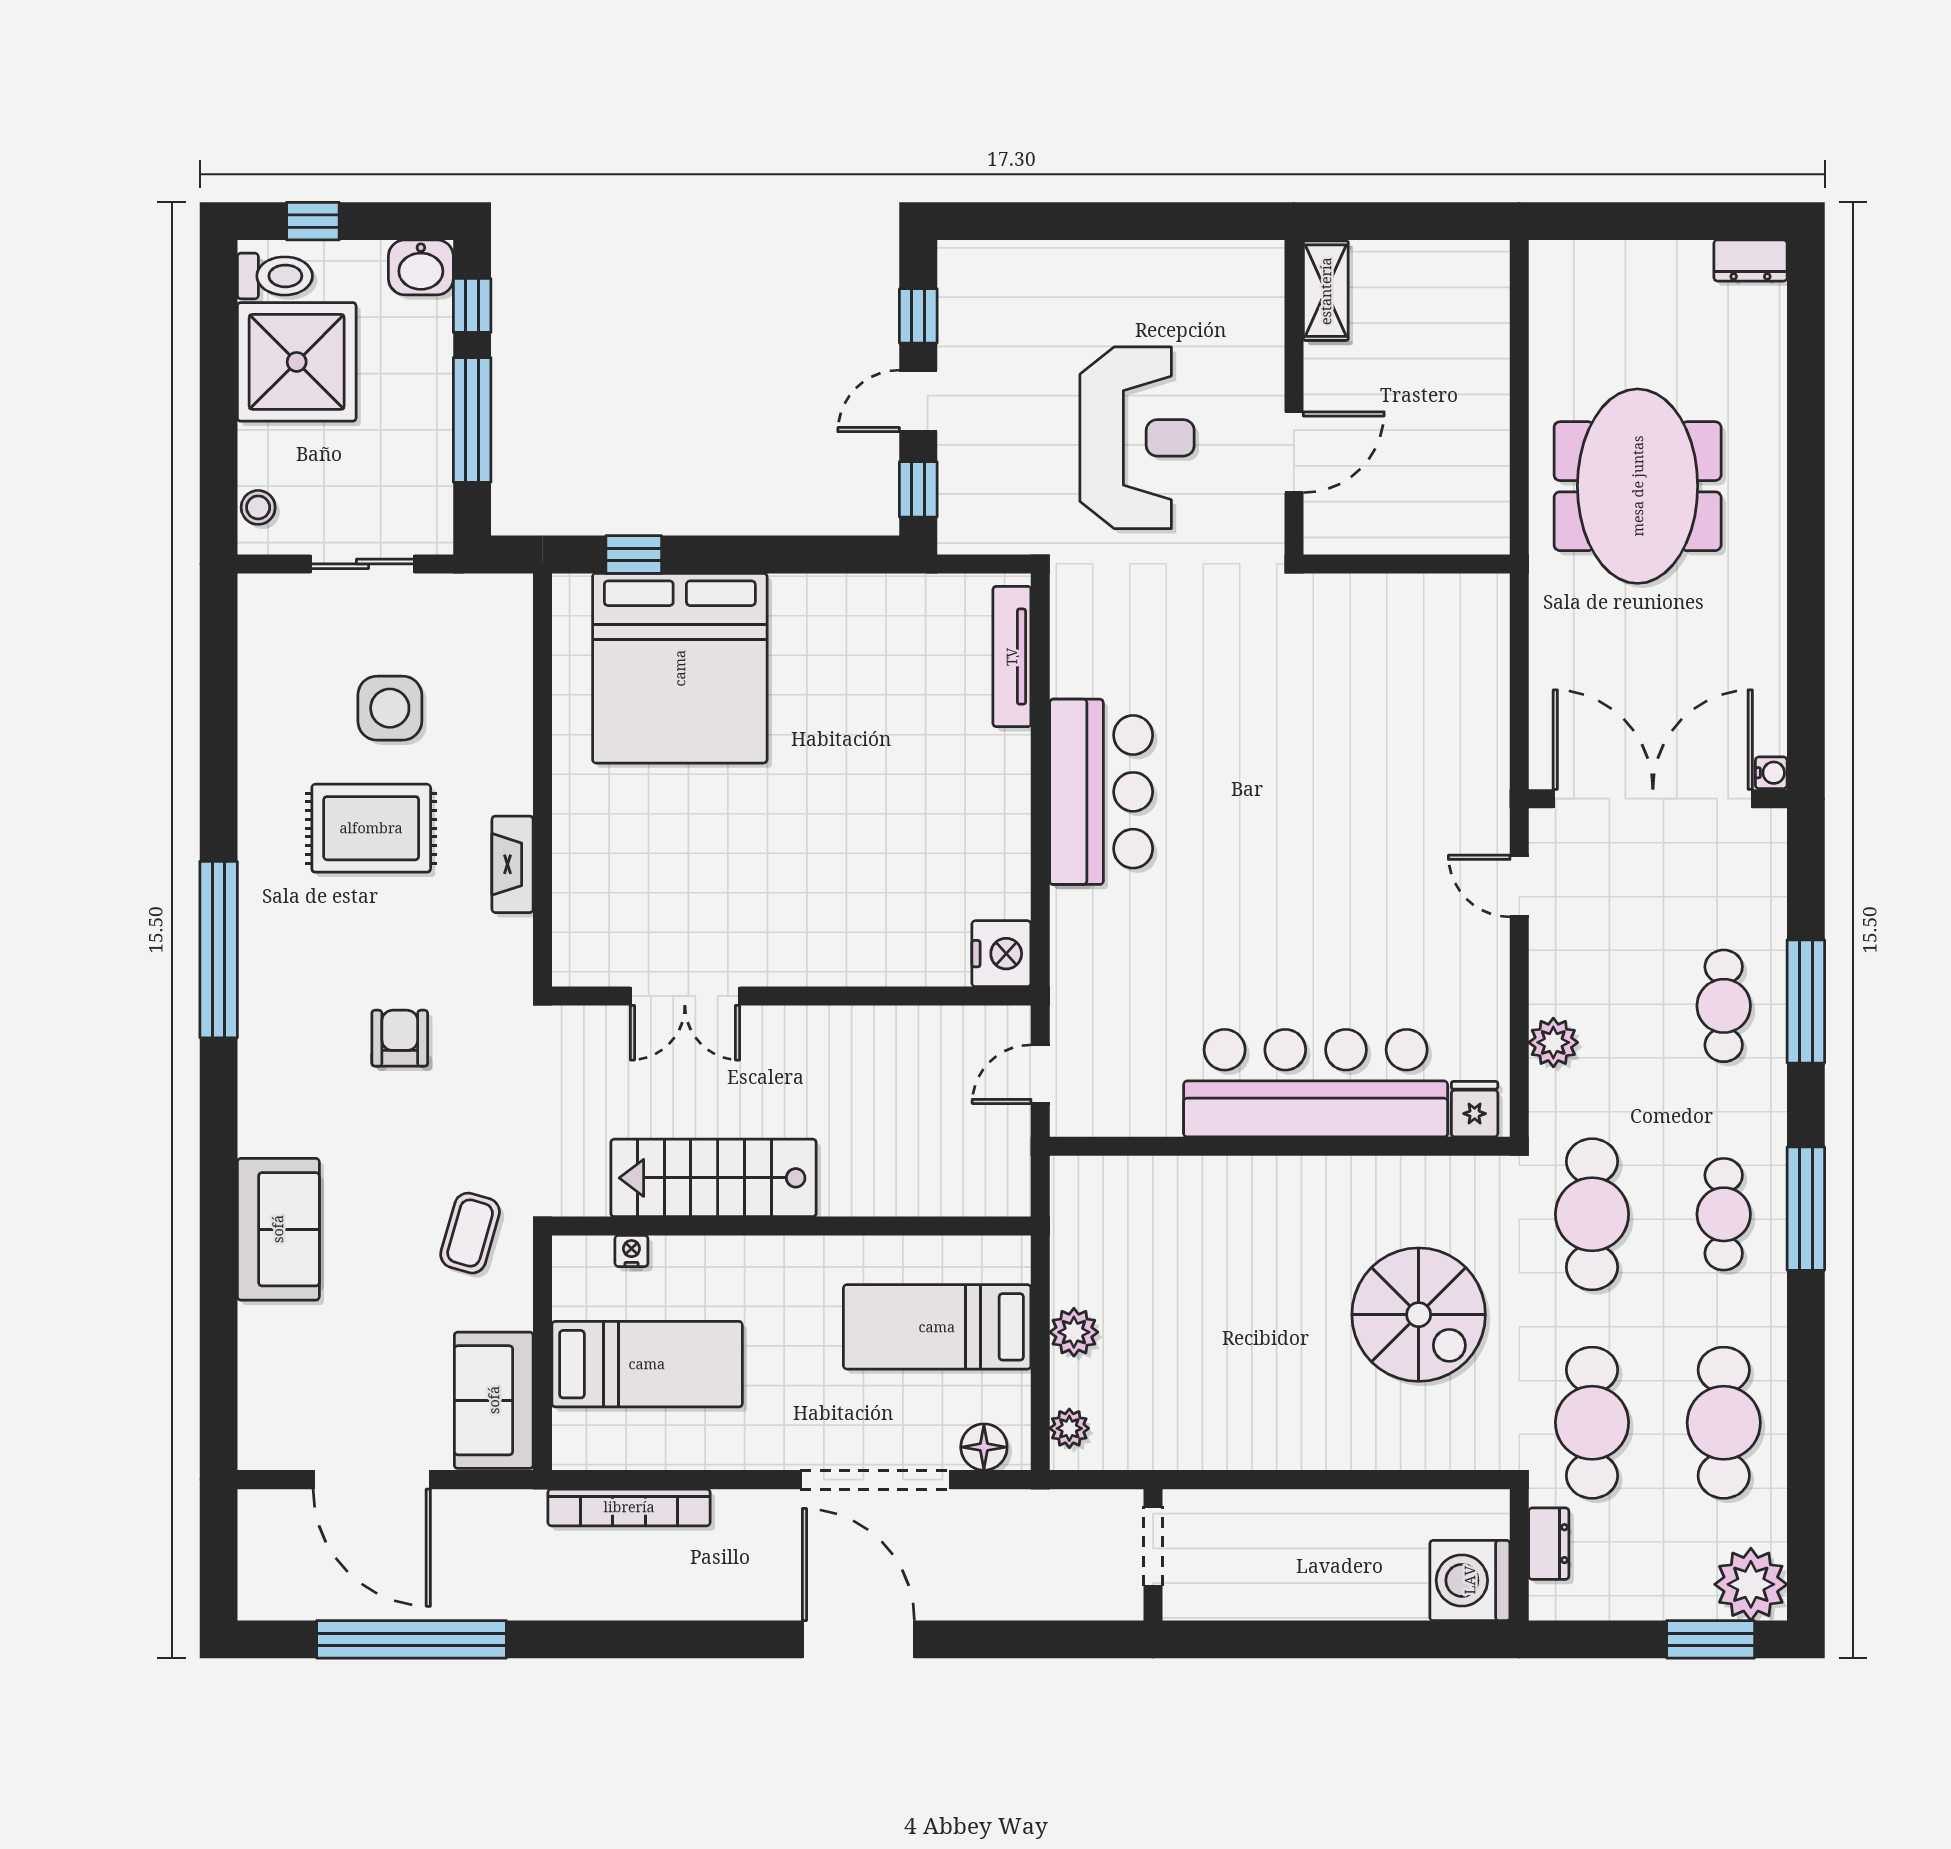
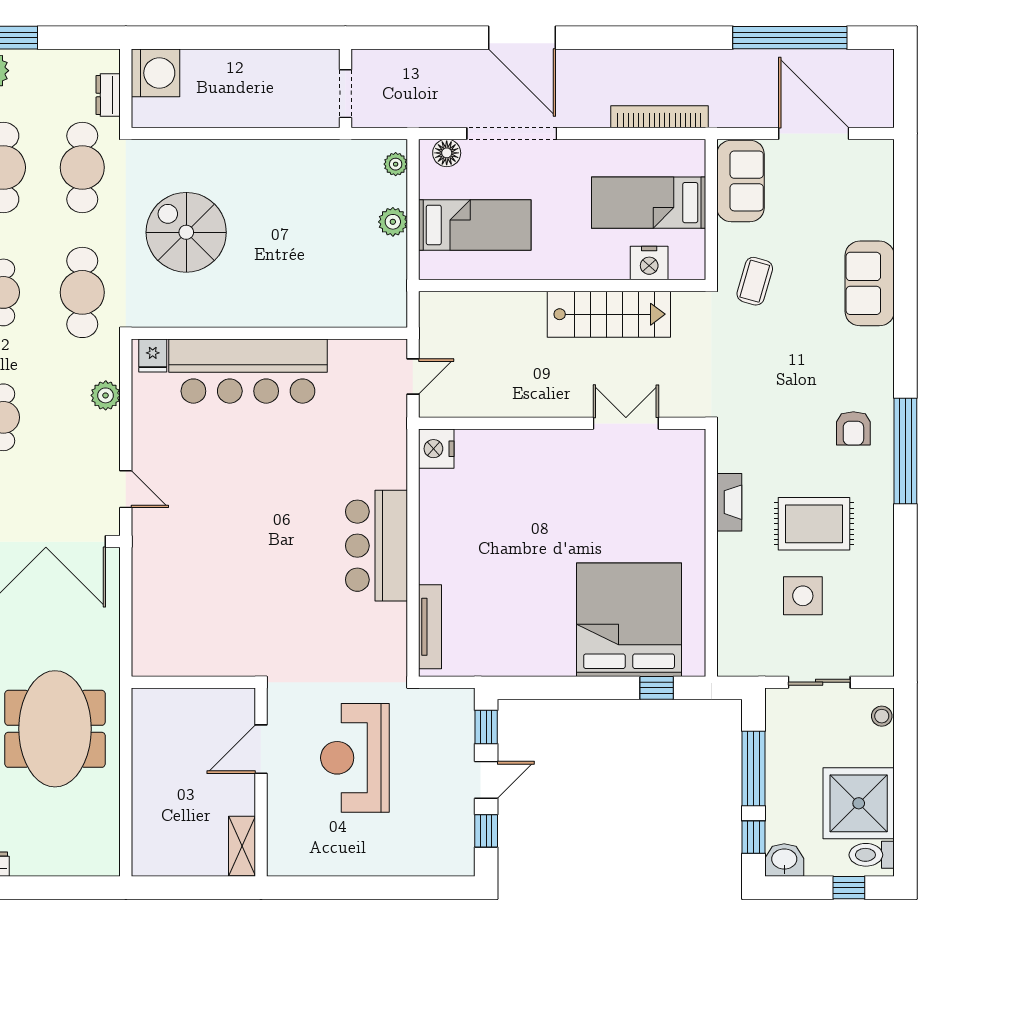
armchair: (400, 1038) -> (853, 428), moved
nightstand: (631, 1251) -> (649, 263), width x1.89, depth x1.79

